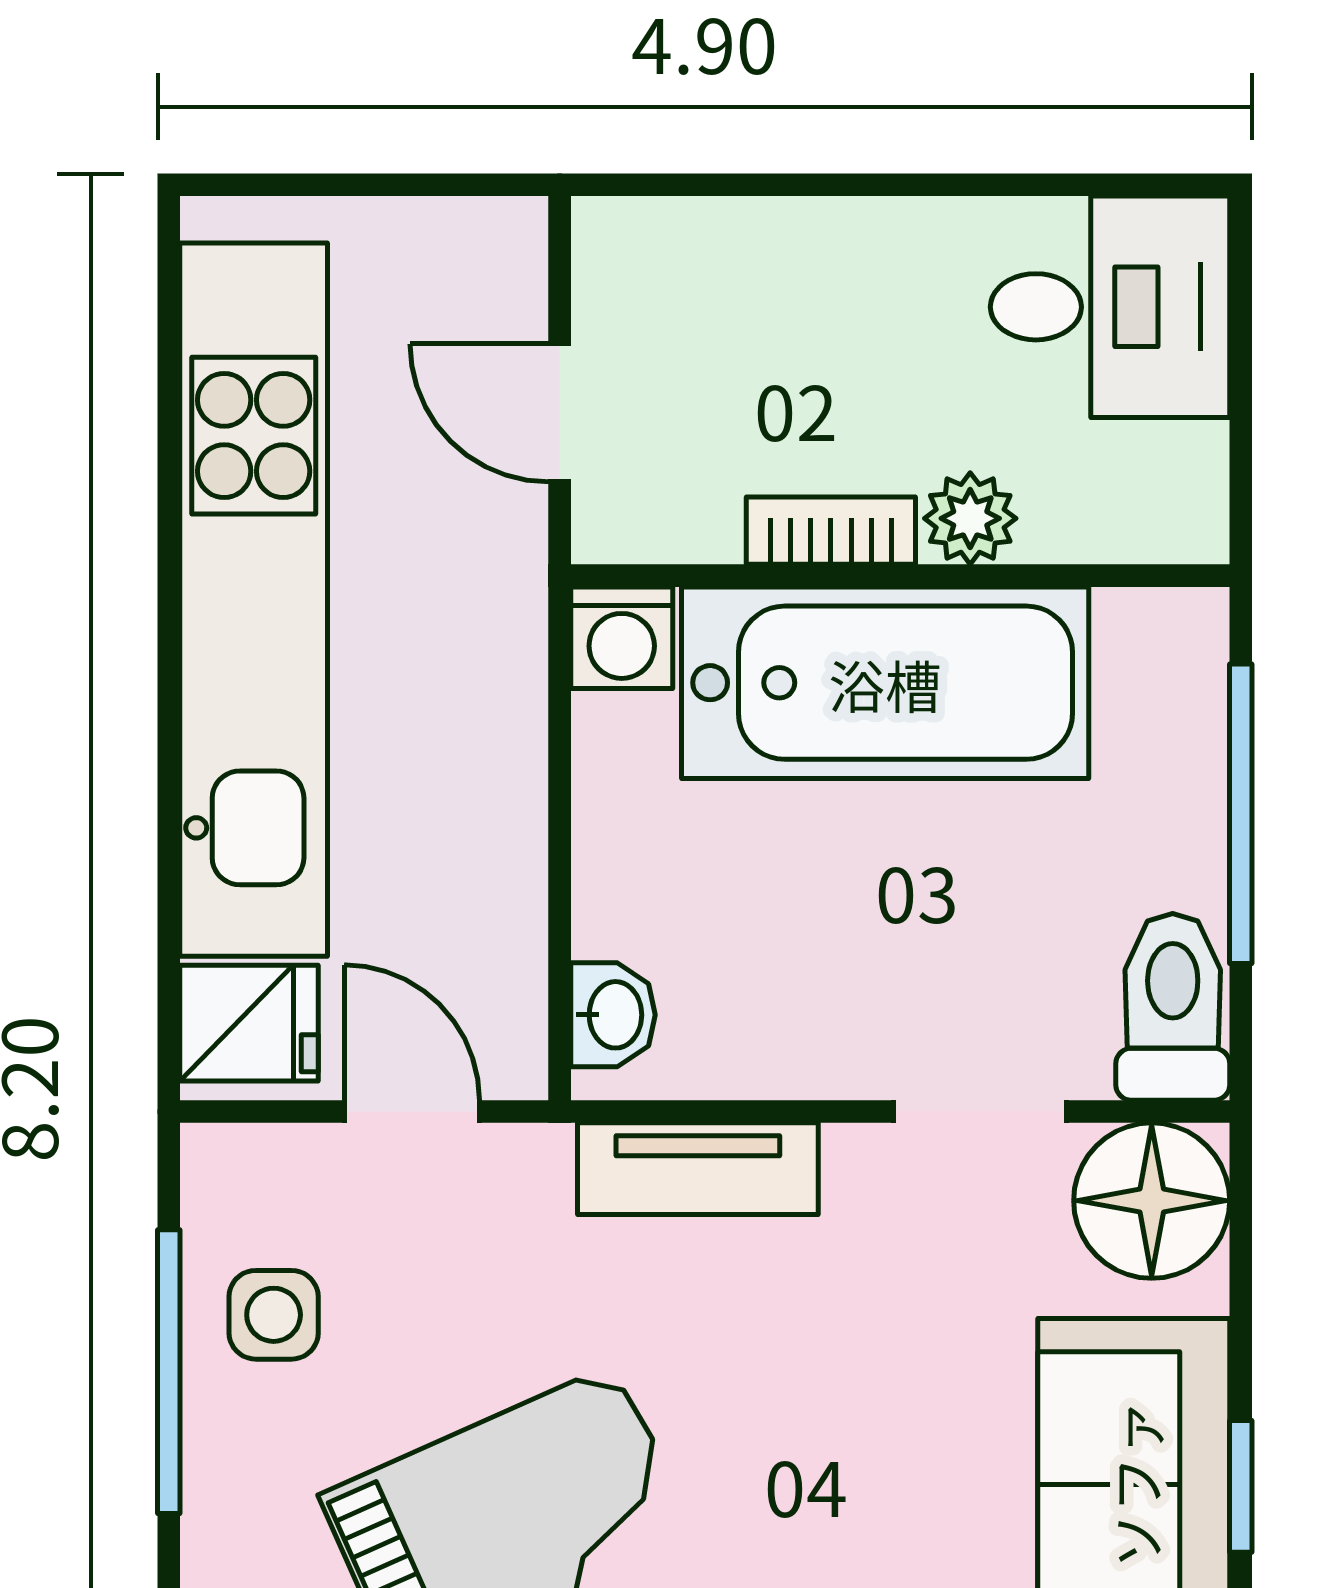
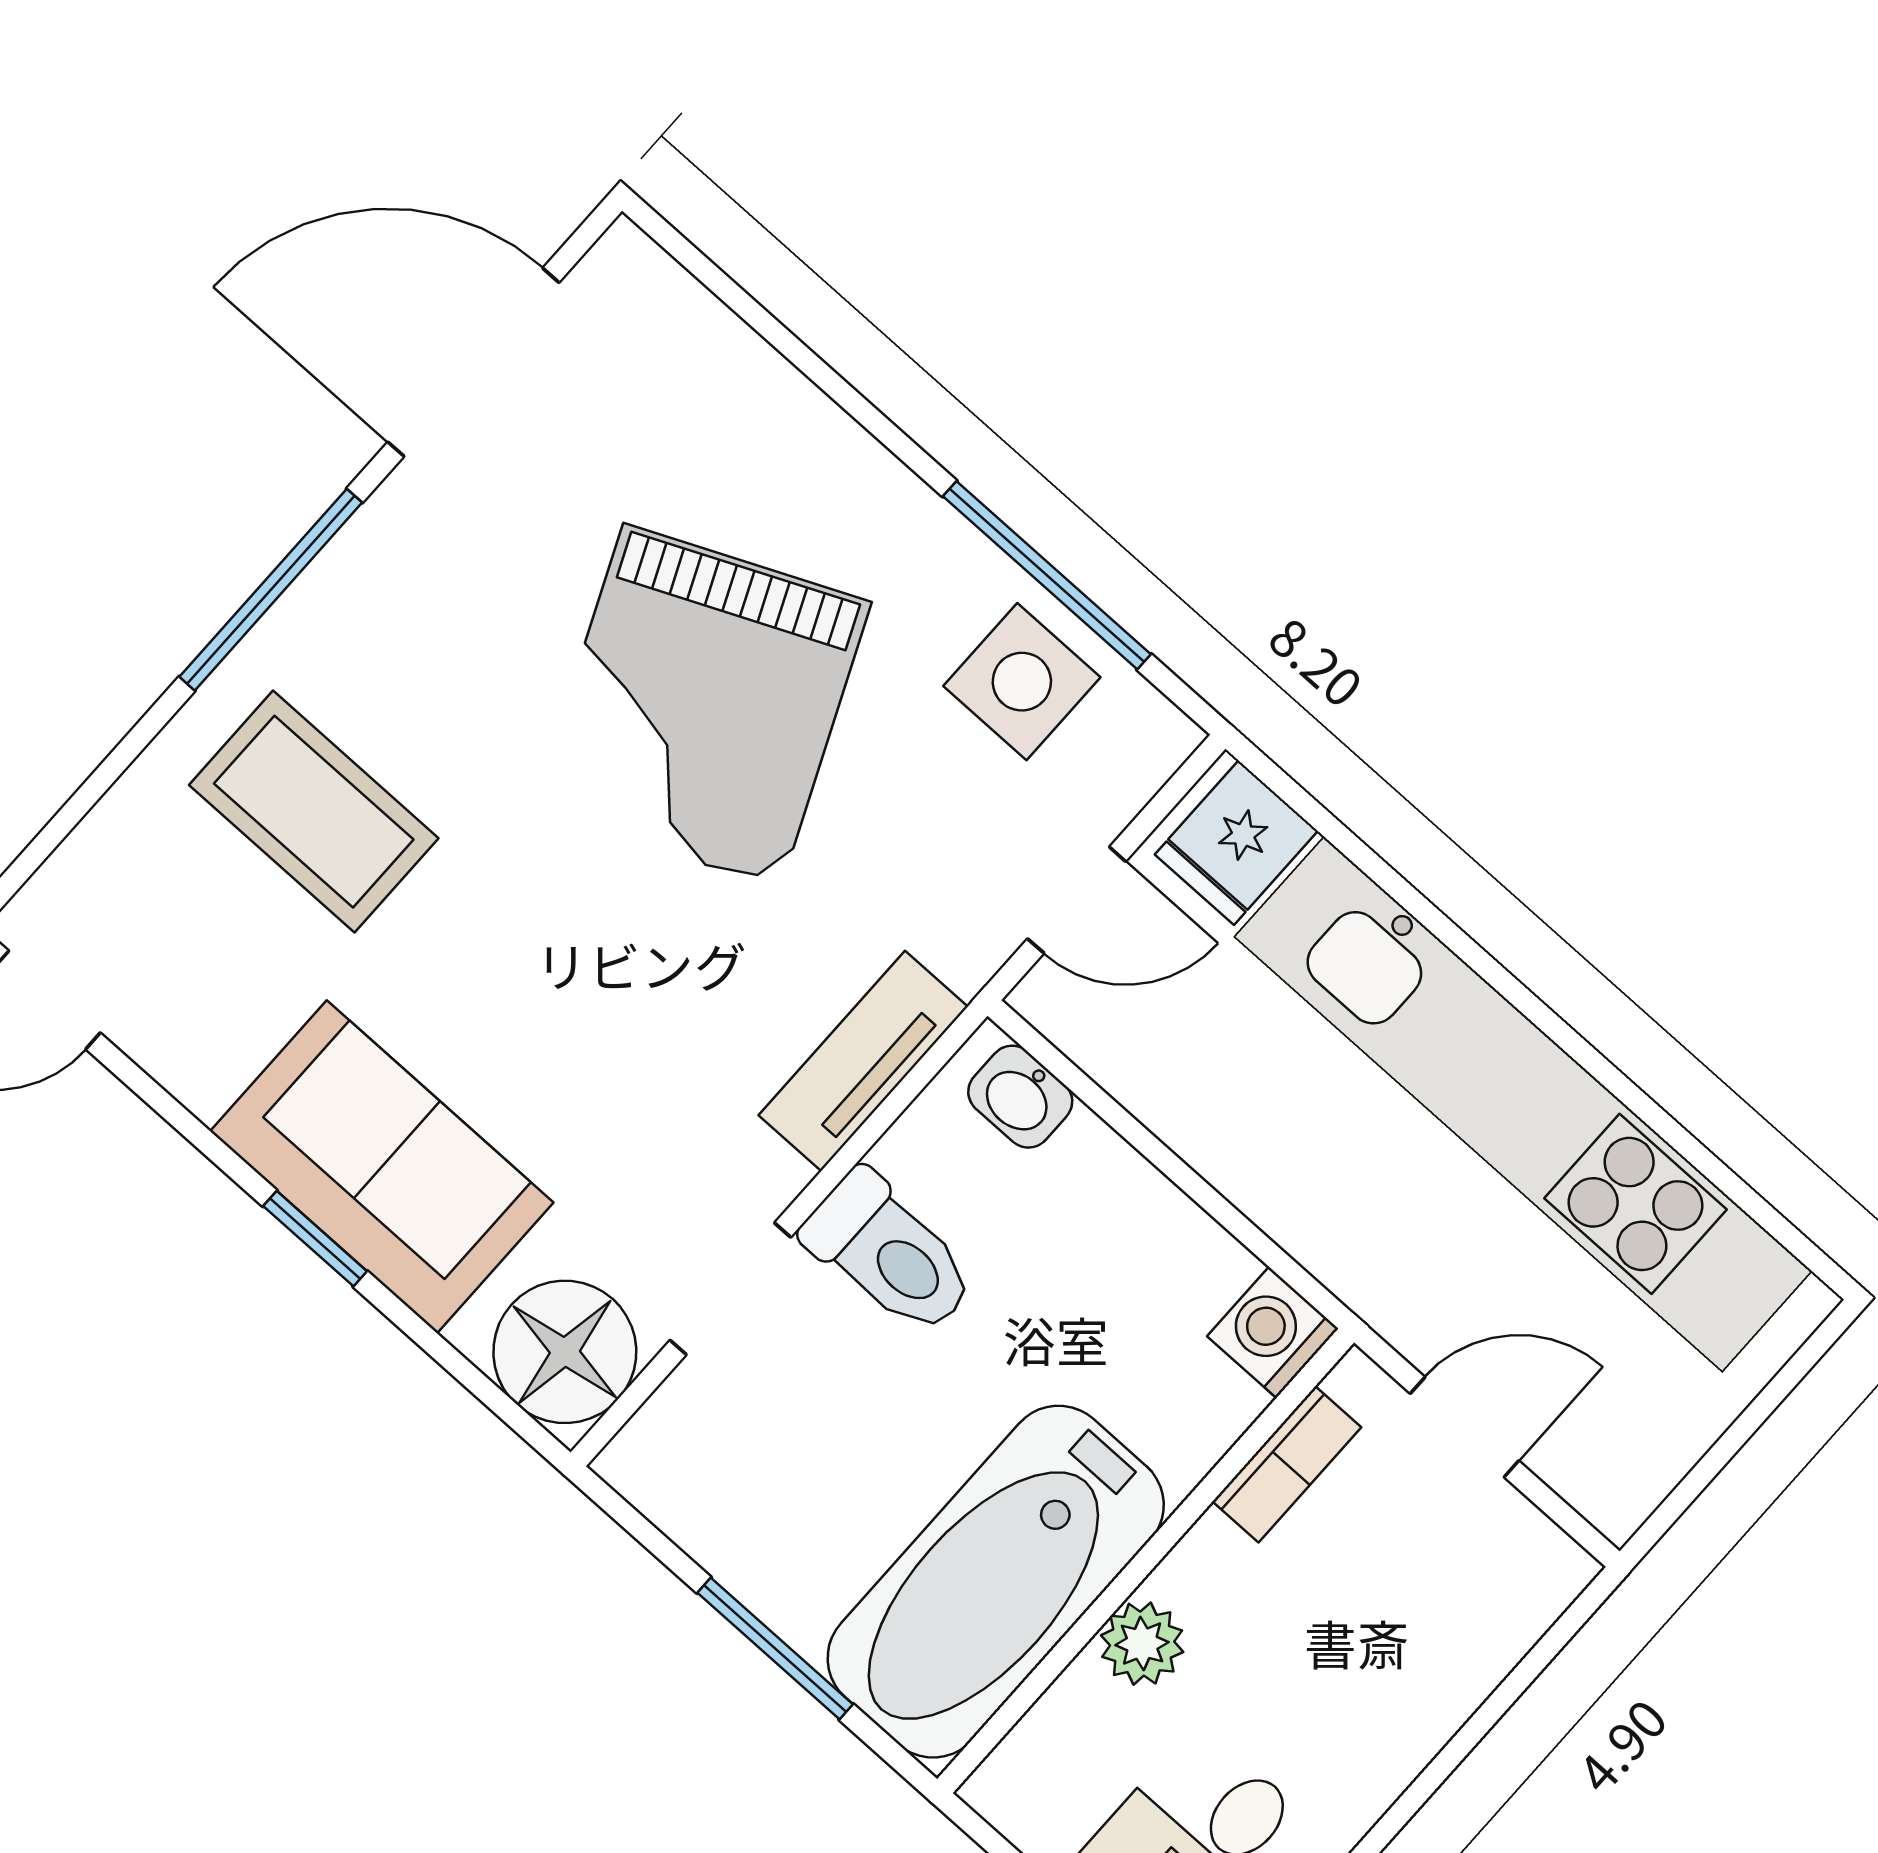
bookcase: (831, 531) -> (1287, 1464), moved
bathtub: (885, 683) -> (996, 1582), moved
window: (1241, 814) -> (775, 1649), width x0.69
toilet: (1173, 1007) -> (890, 1254), moved
side table: (274, 1315) -> (1022, 682), width x1.37, depth x1.37

